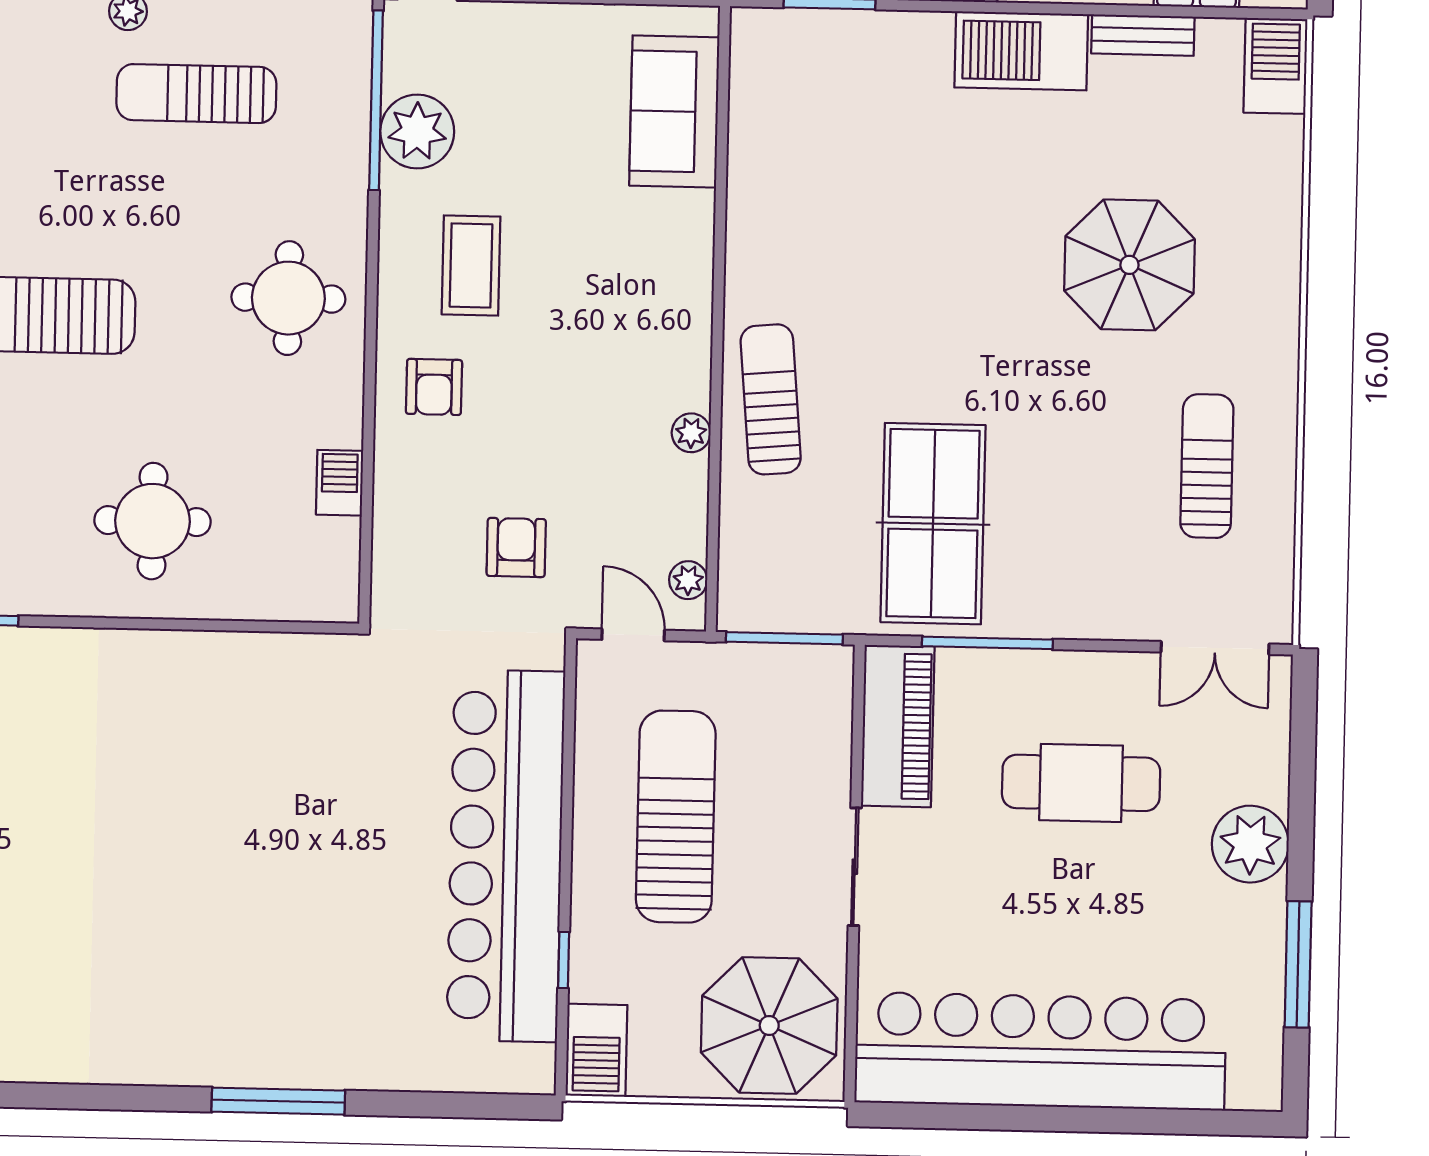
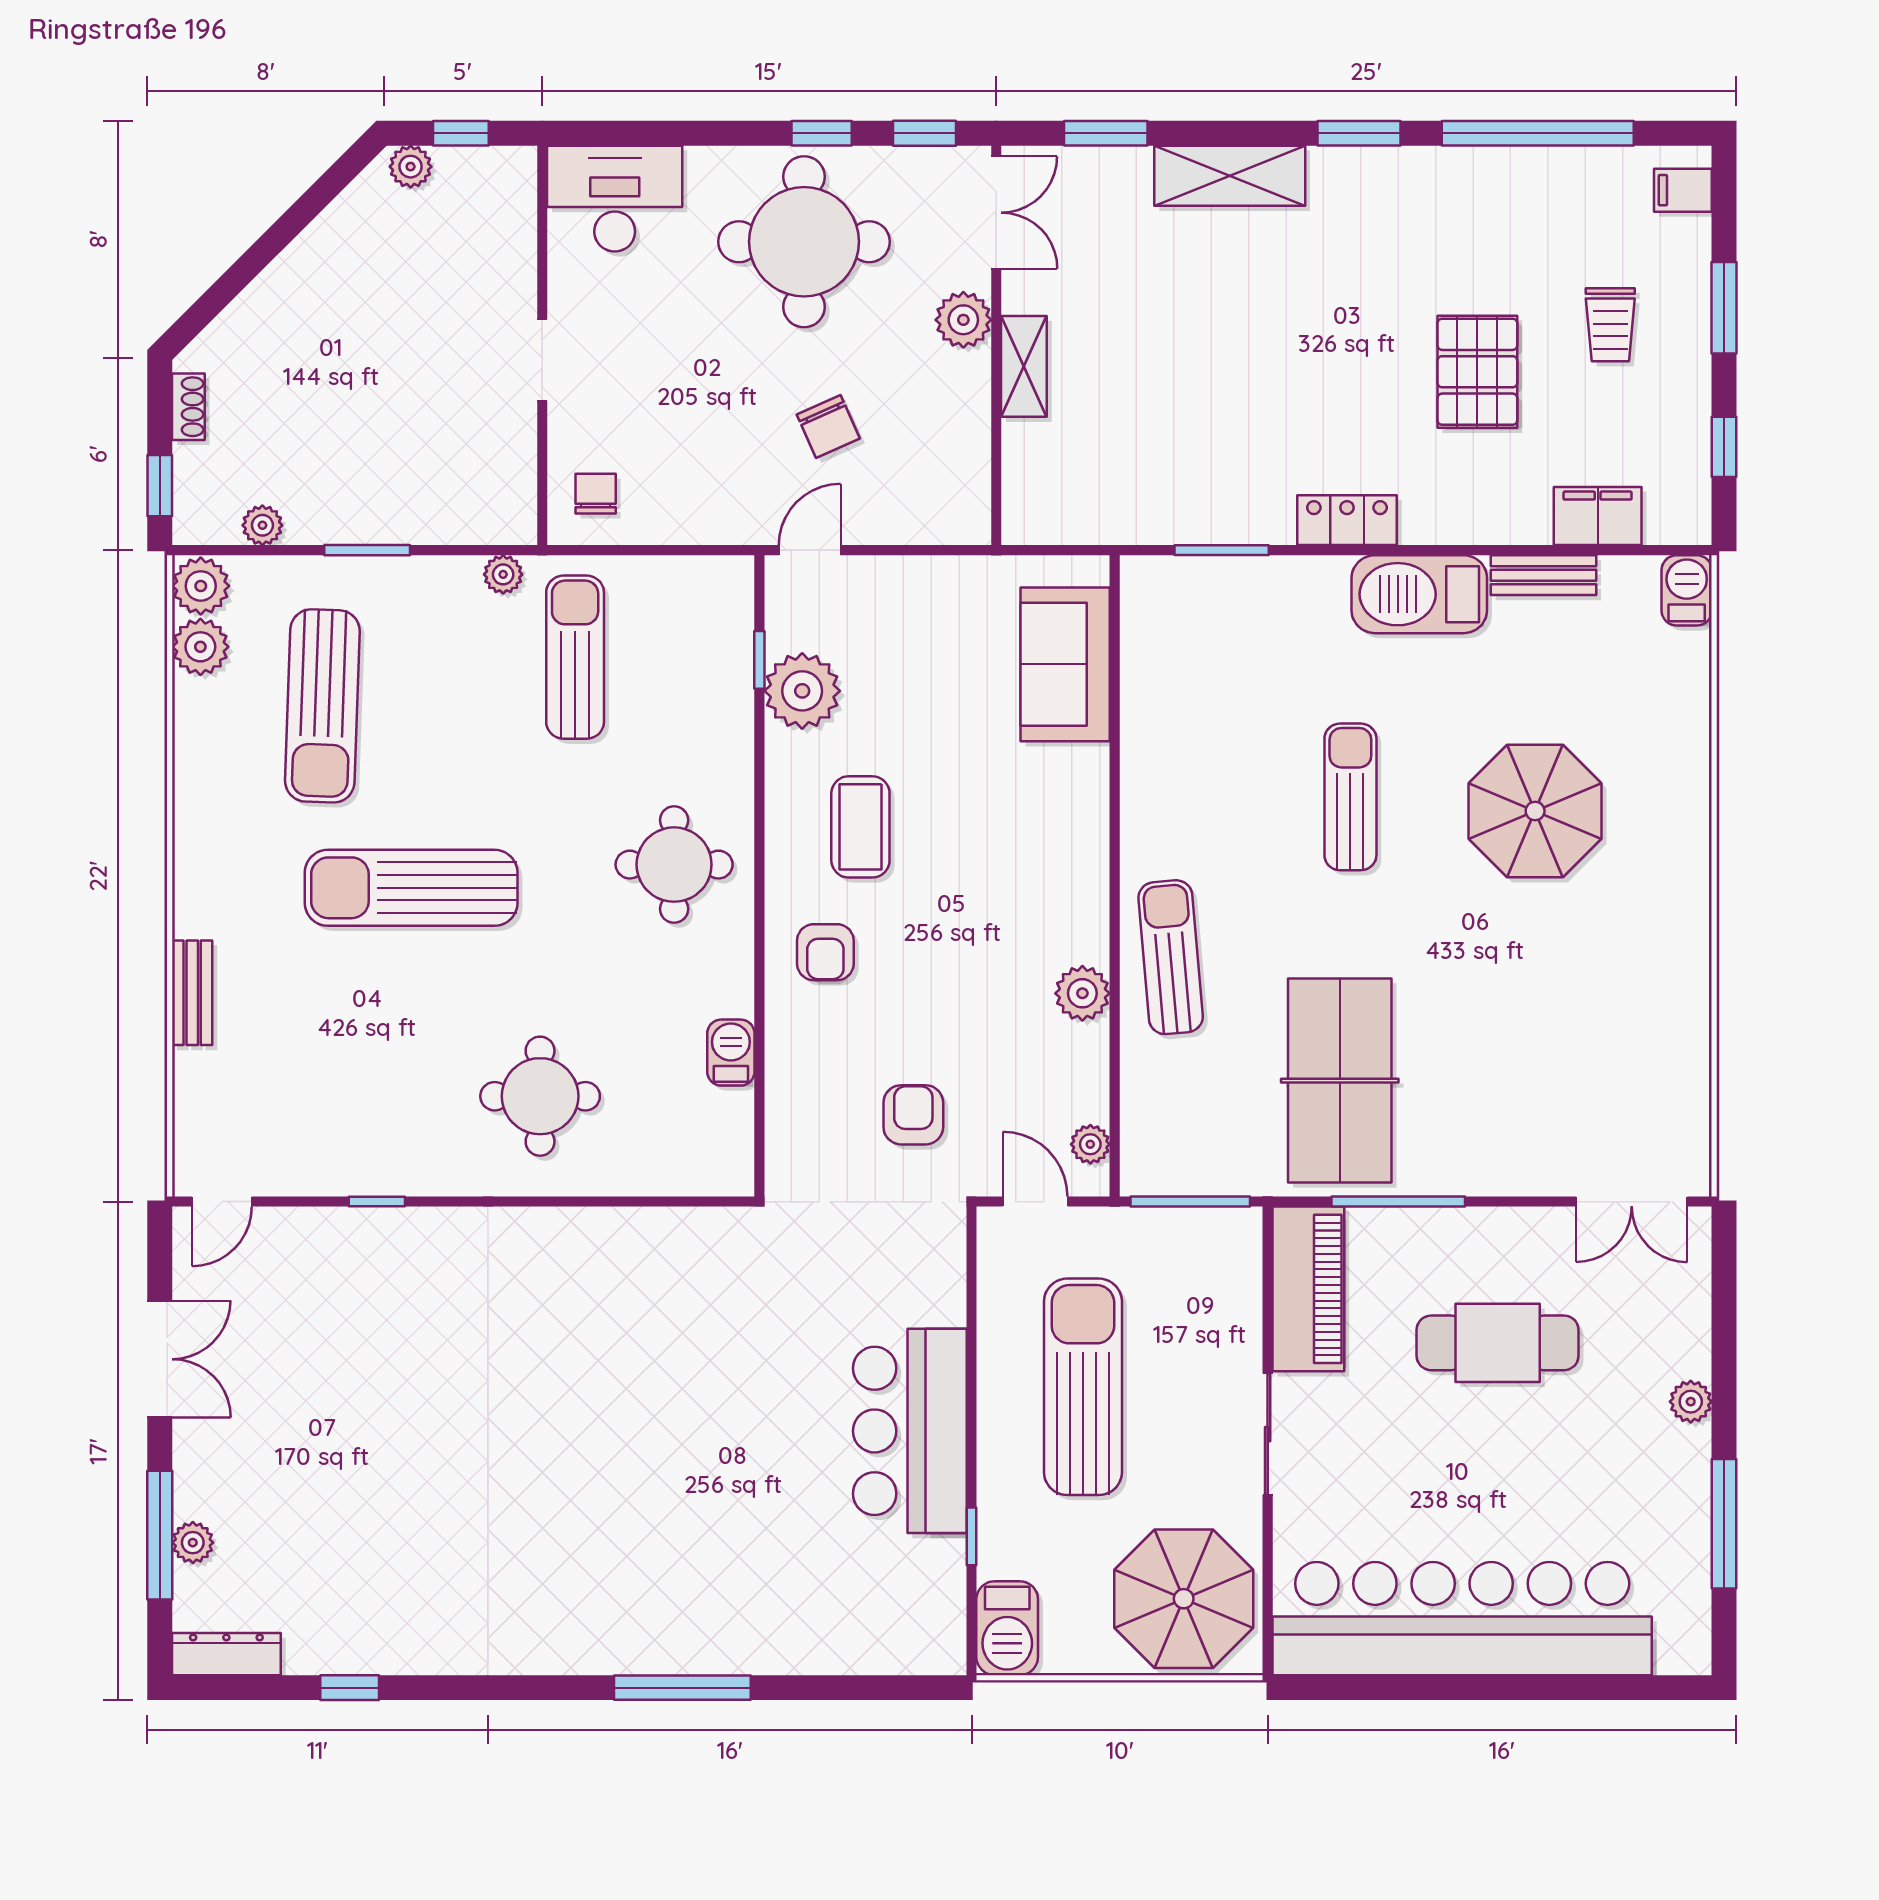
barbecue: (1275, 66) -> (1687, 590), width x0.73, depth x0.79
sun lounger: (196, 94) -> (575, 657), turned 90
window: (376, 100) -> (759, 660), width x0.32
plant: (691, 433) -> (1082, 993), width x1.38, depth x1.38
sun lounger: (1207, 466) -> (1350, 797), moved
plant: (1250, 844) -> (1691, 1402), width x0.53, depth x0.53
bar counter: (506, 856) -> (910, 1431), width x0.54

